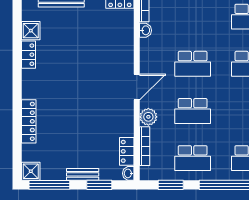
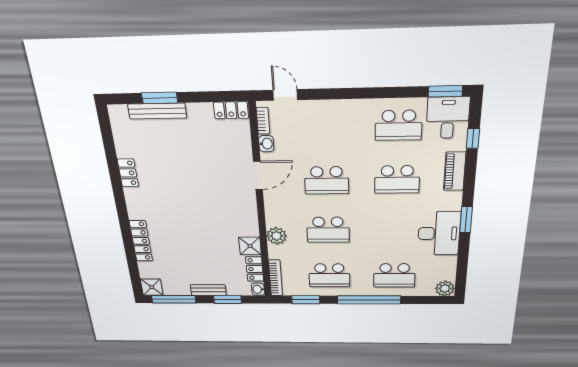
shower: (31, 31) -> (250, 246), moved
door: (137, 87) -> (258, 175), moved
bookcase: (145, 146) -> (275, 278), moved

